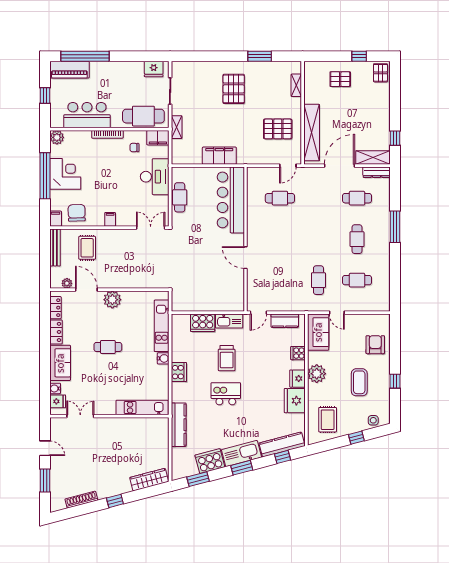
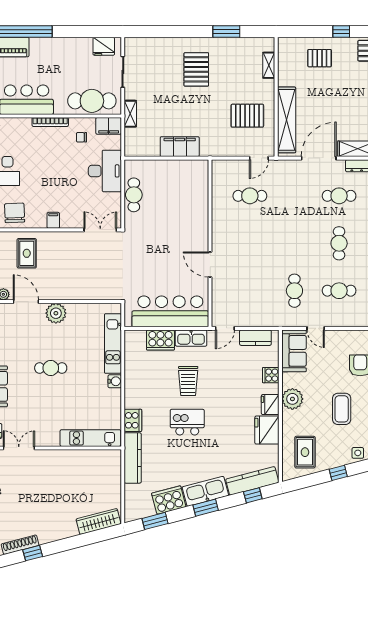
bar counter: (231, 200) -> (170, 311), moved, turned 90
cooker: (179, 372) -> (133, 420), moved
window: (115, 501) -> (33, 553), moved

